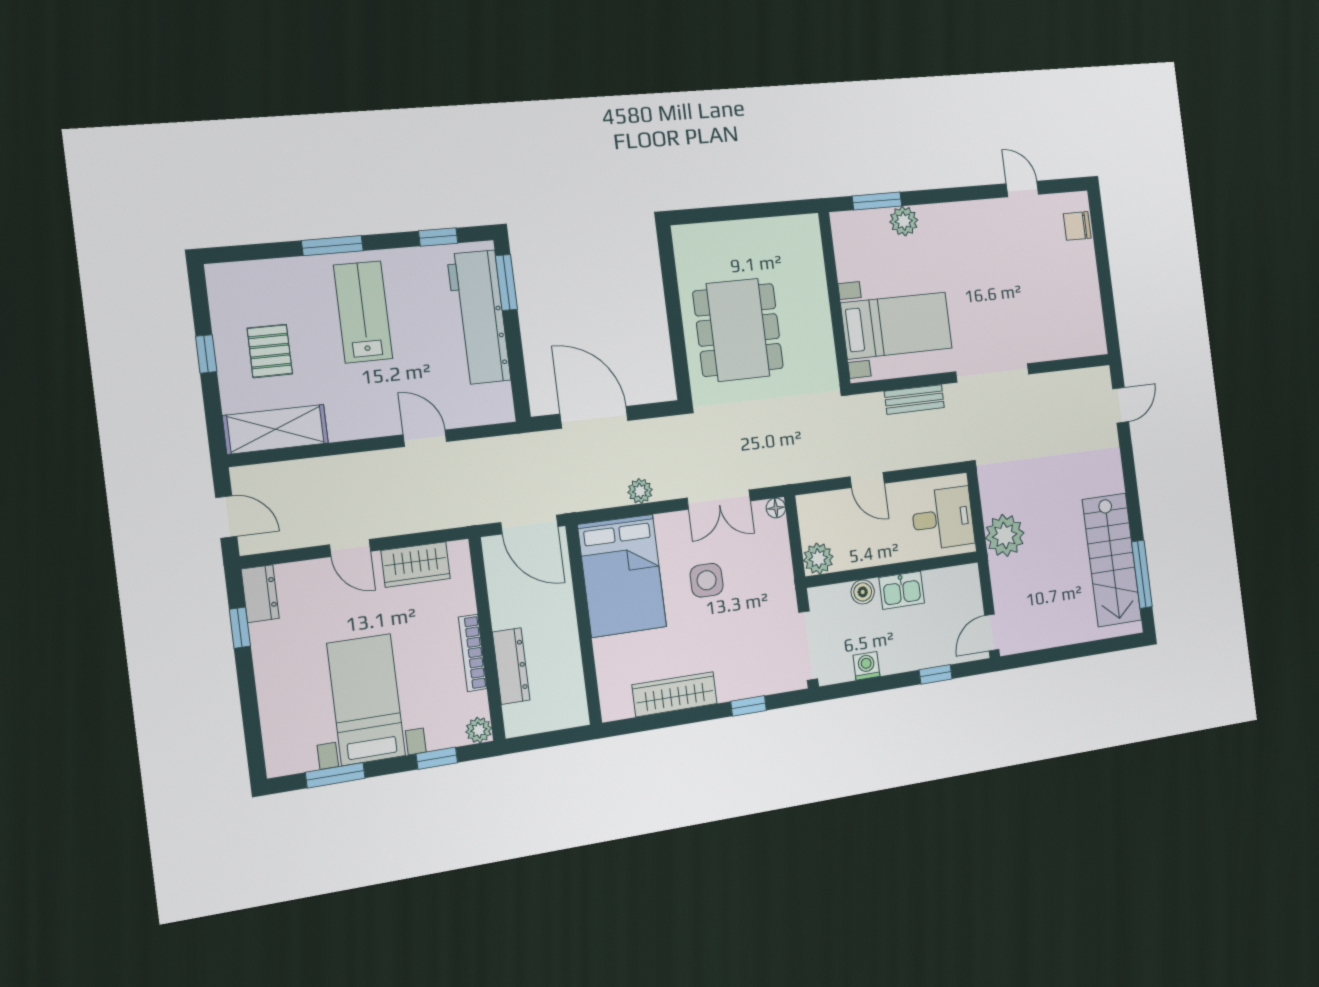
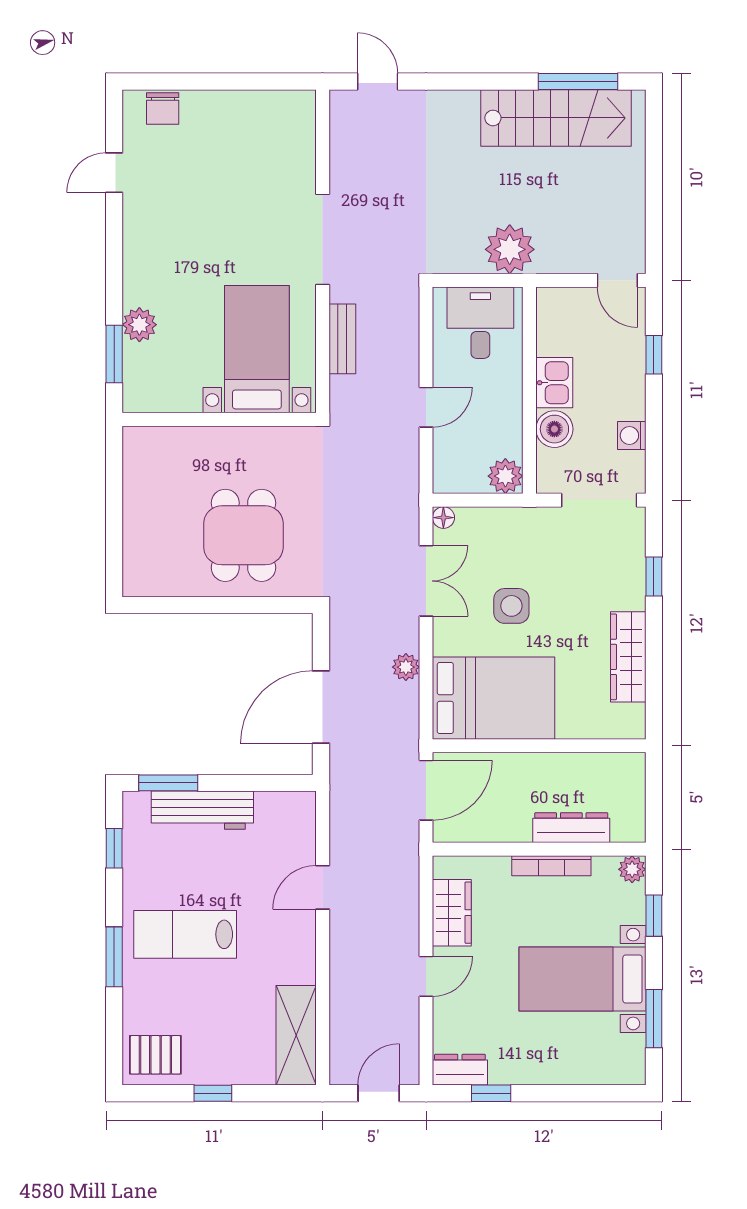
workbench: (479, 317) -> (202, 810), width x0.73, depth x0.76
dining table: (738, 330) -> (243, 535), width x0.73
pallet: (270, 351) -> (155, 1055), moved
boiler: (863, 592) -> (554, 429), width x1.36, depth x1.36

